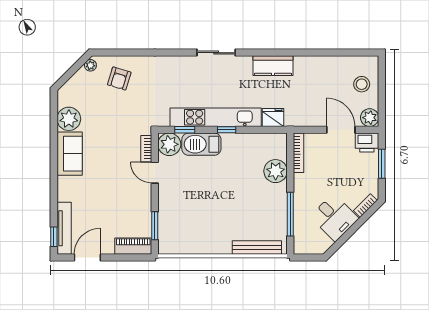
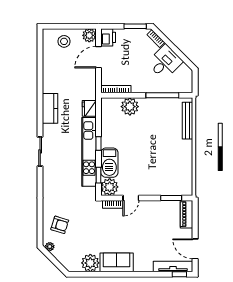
window: (382, 164) -> (135, 26), moved

